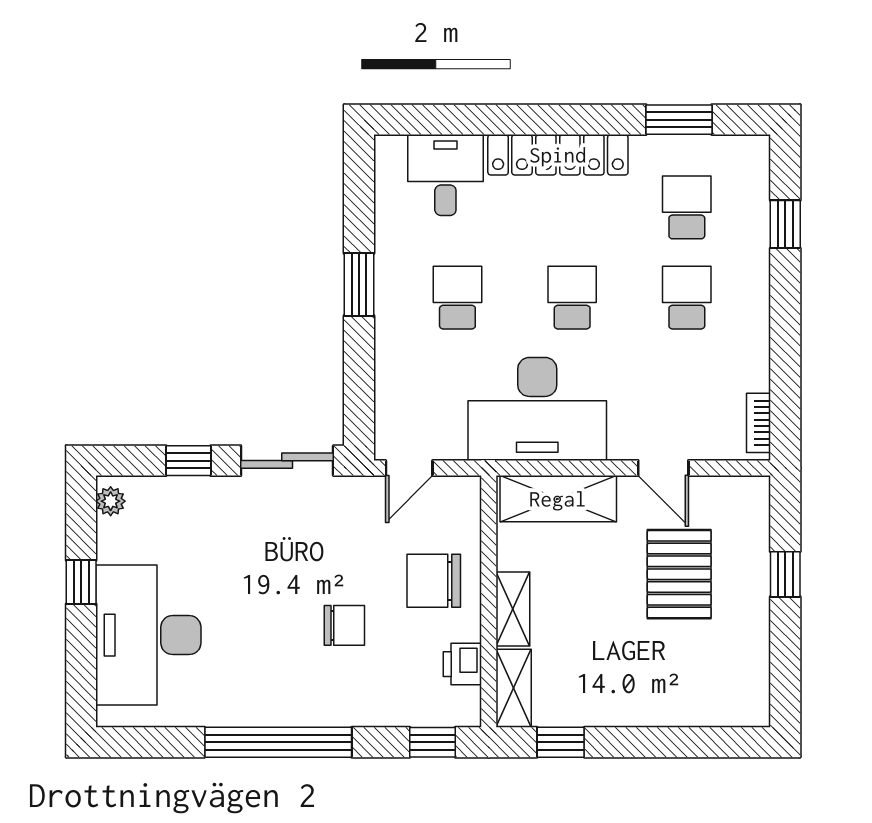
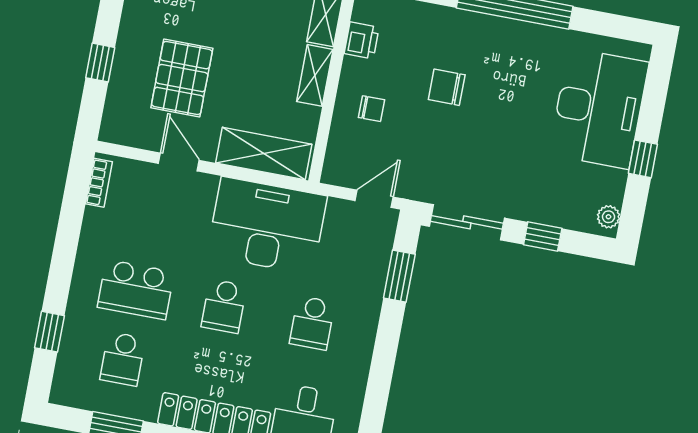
window: (359, 285) -> (399, 276), moved
school desk: (687, 298) -> (136, 290), width x1.85
chair: (434, 581) -> (372, 109), width x0.54, depth x0.54

